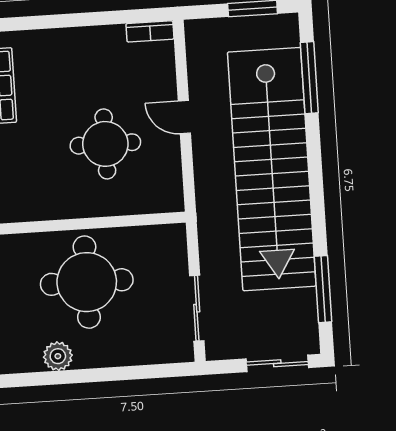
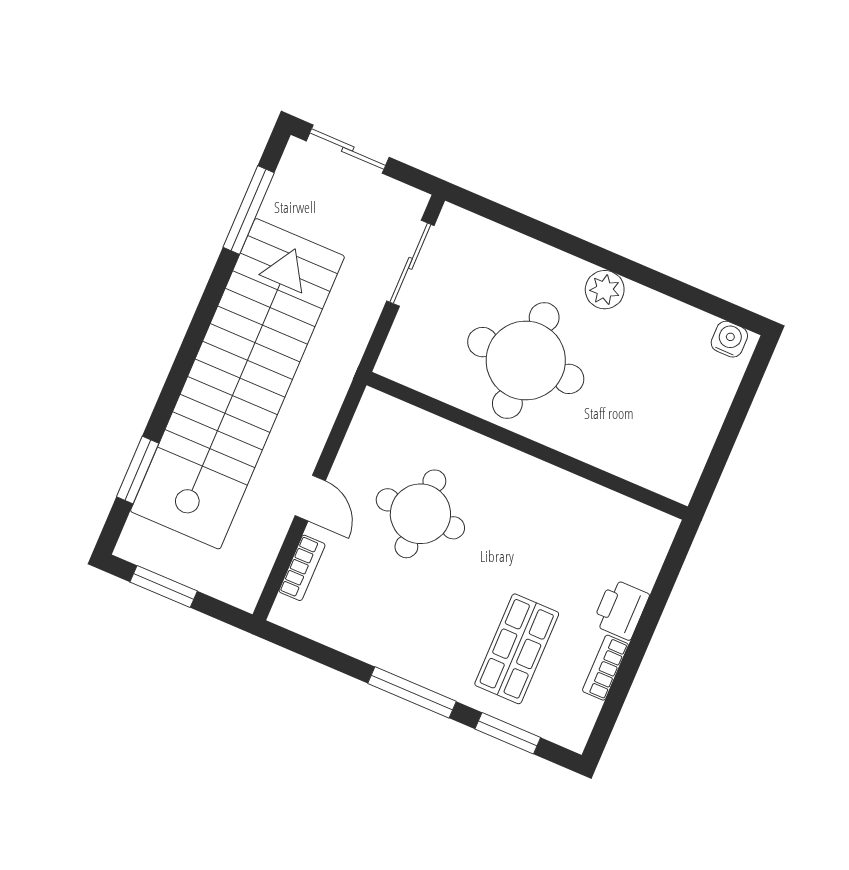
window: (51, 22) -> (412, 692), added
bookcase: (150, 31) -> (302, 568), moved, turned 90
window: (309, 78) -> (138, 470), width x0.69

